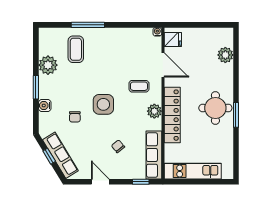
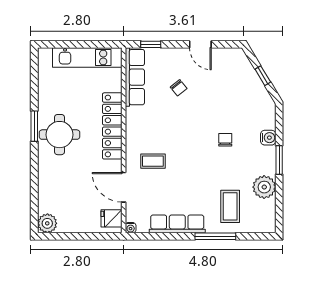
plant: (225, 55) -> (47, 223), moved
side table: (103, 104) -> (197, 139), removed
plant: (154, 111) -> (134, 131), removed
chair: (75, 117) -> (225, 140), moved
row of seats: (60, 155) -> (177, 224), moved, turned 121

